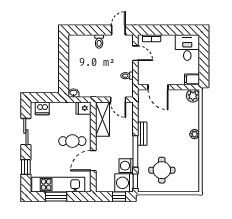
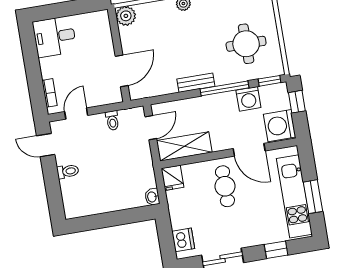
filing cabinet: (192, 79) -> (101, 21), removed
washing machine: (124, 183) -> (280, 126), moved, turned 90

